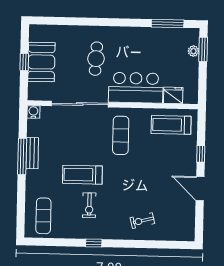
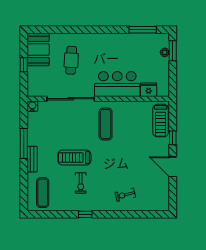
cafe table: (96, 59) -> (71, 60), moved
booth: (41, 62) -> (38, 50), moved
treadmill: (171, 125) -> (161, 121), moved, turned -90
bench: (32, 153) -> (32, 159), moved

